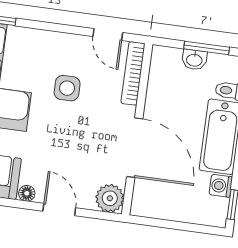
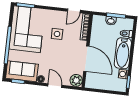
door: (108, 35) -> (74, 11), hinge flipped

